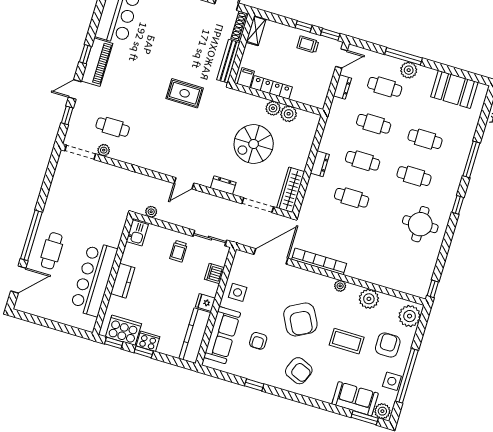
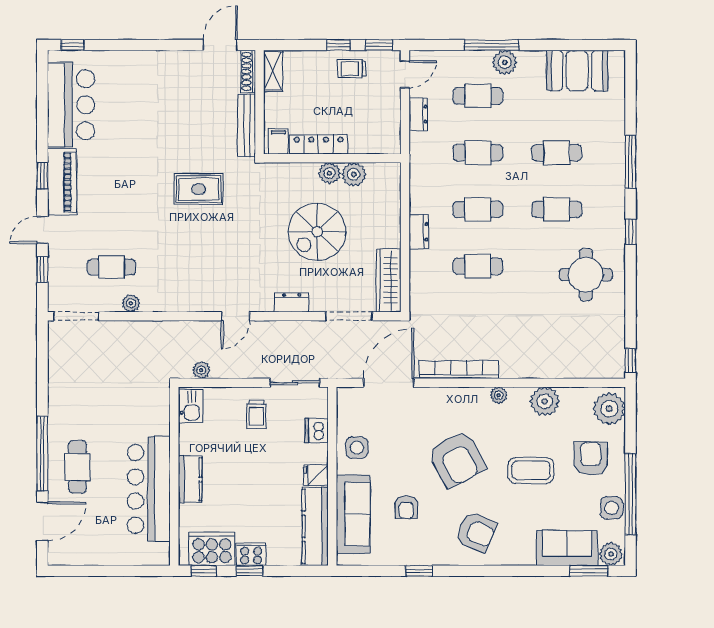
plant: (104, 150) -> (131, 303), moved

